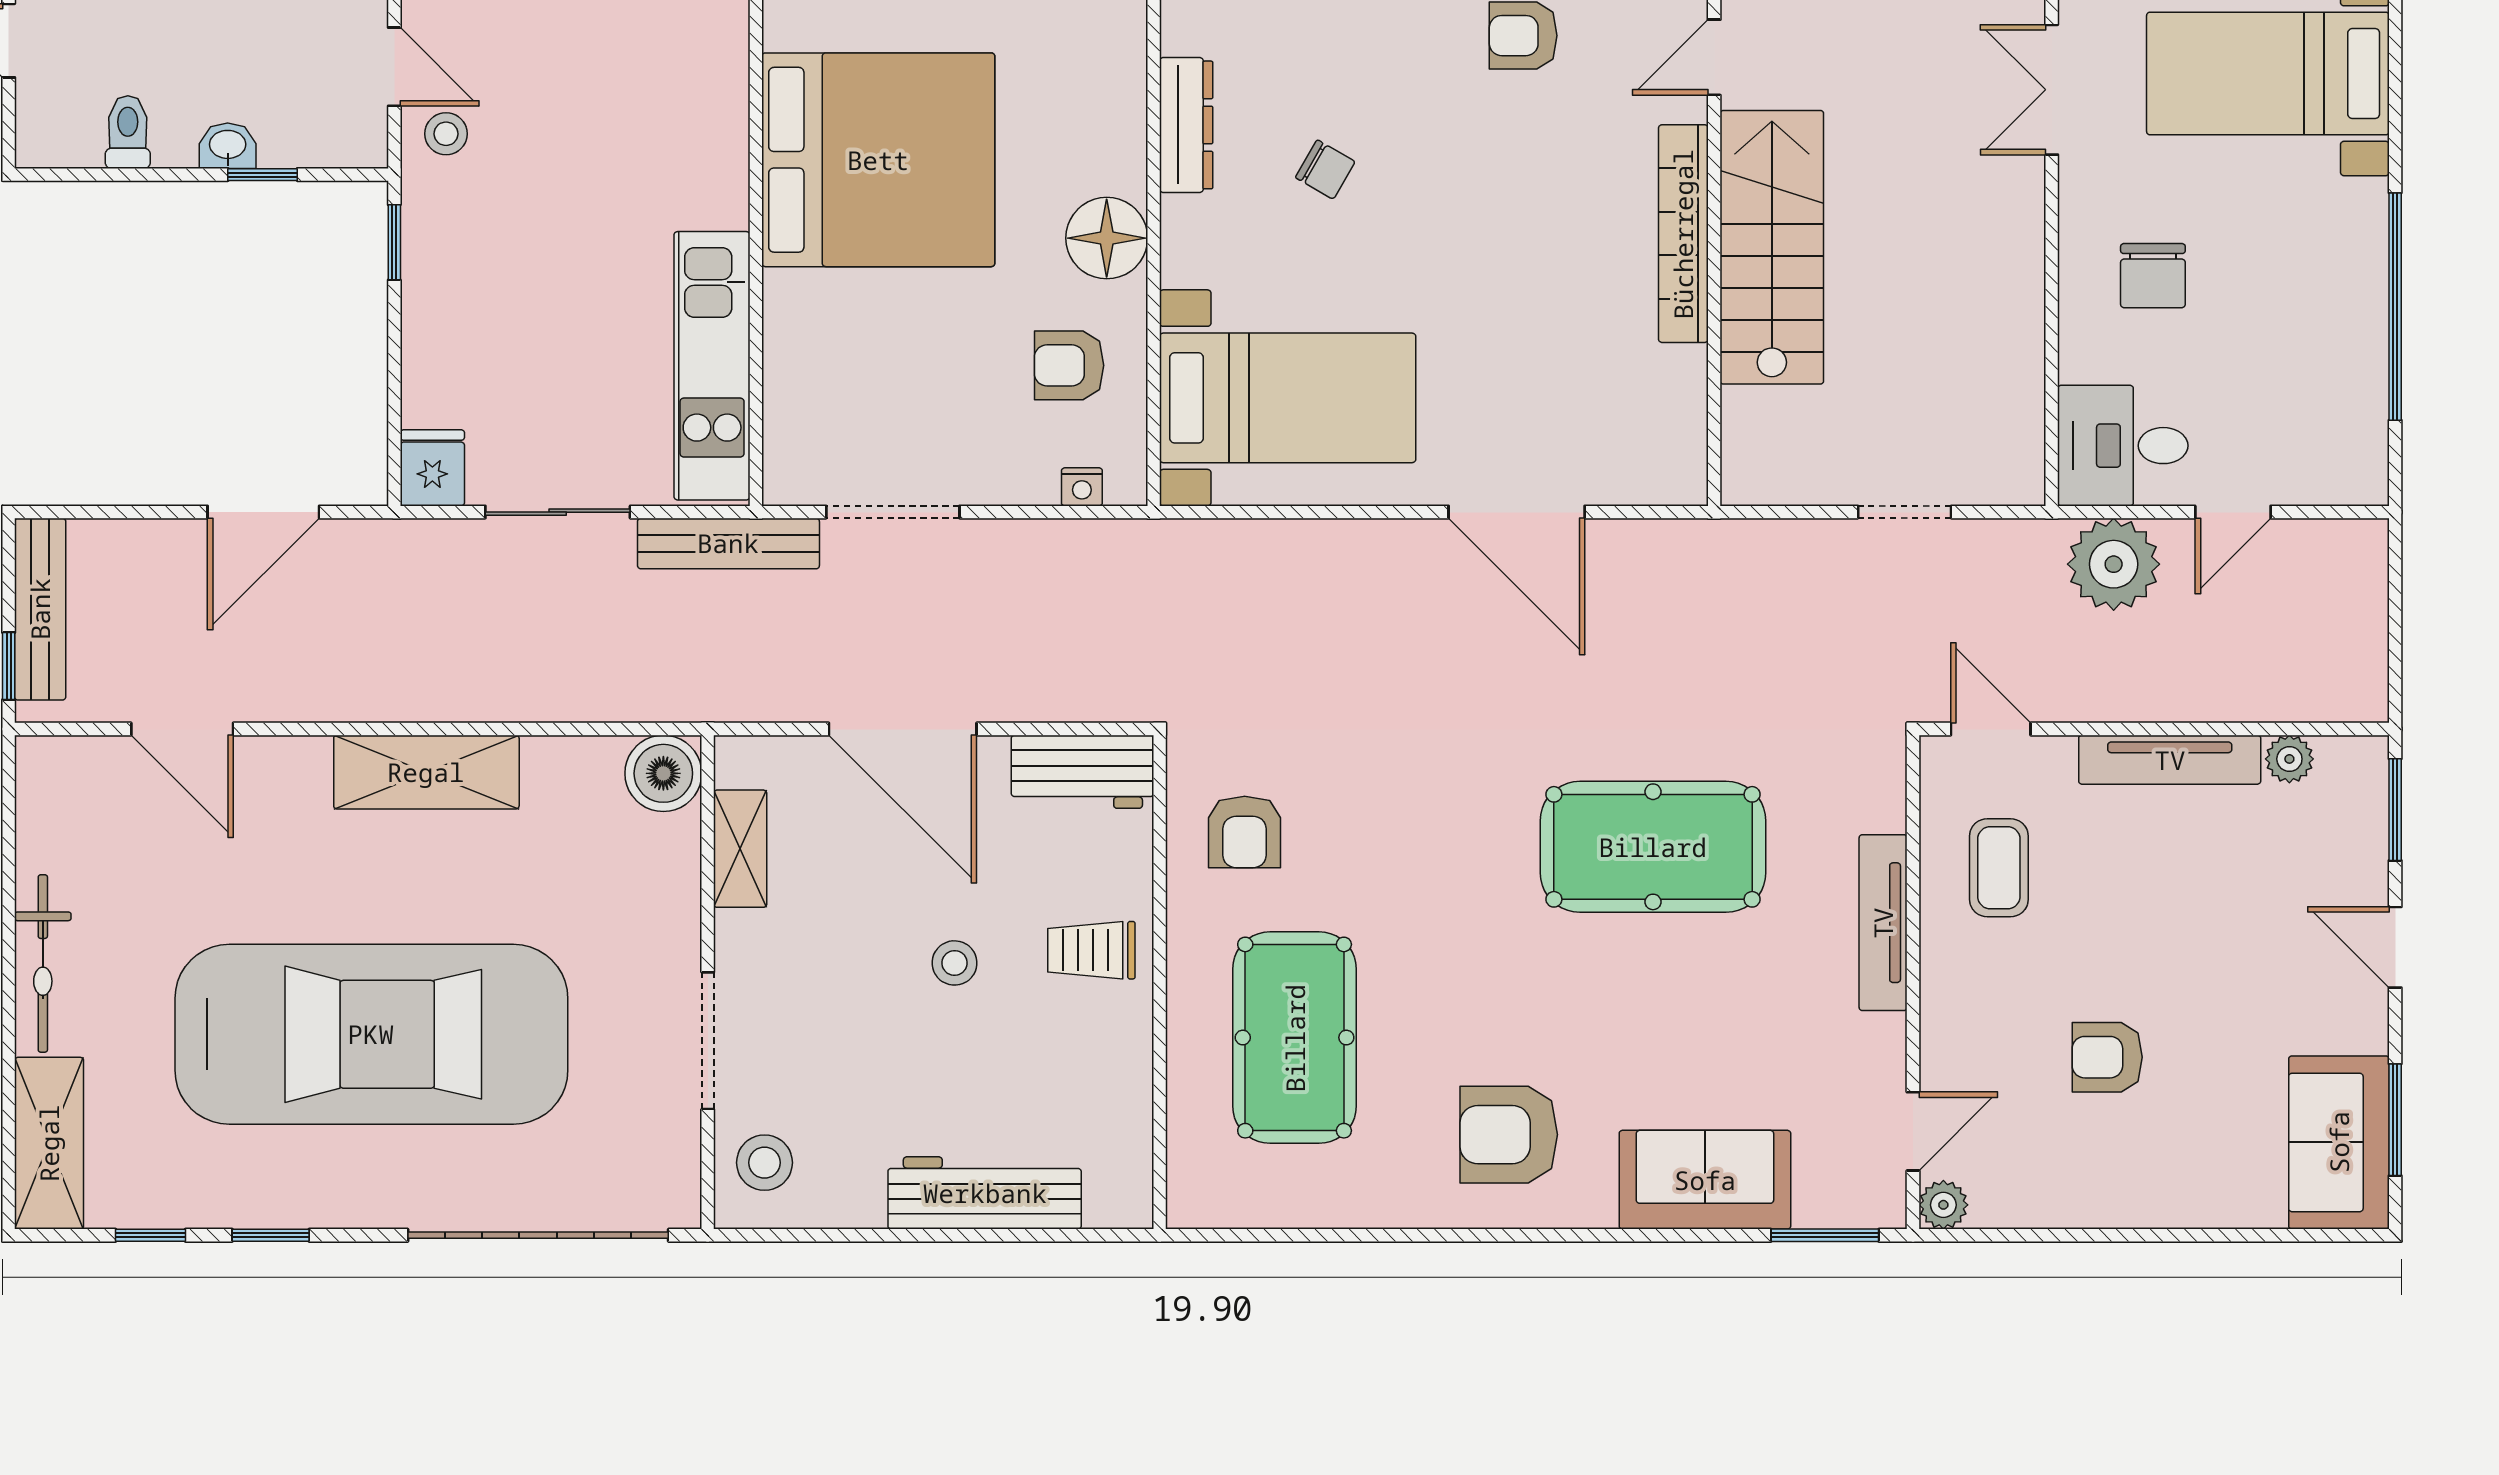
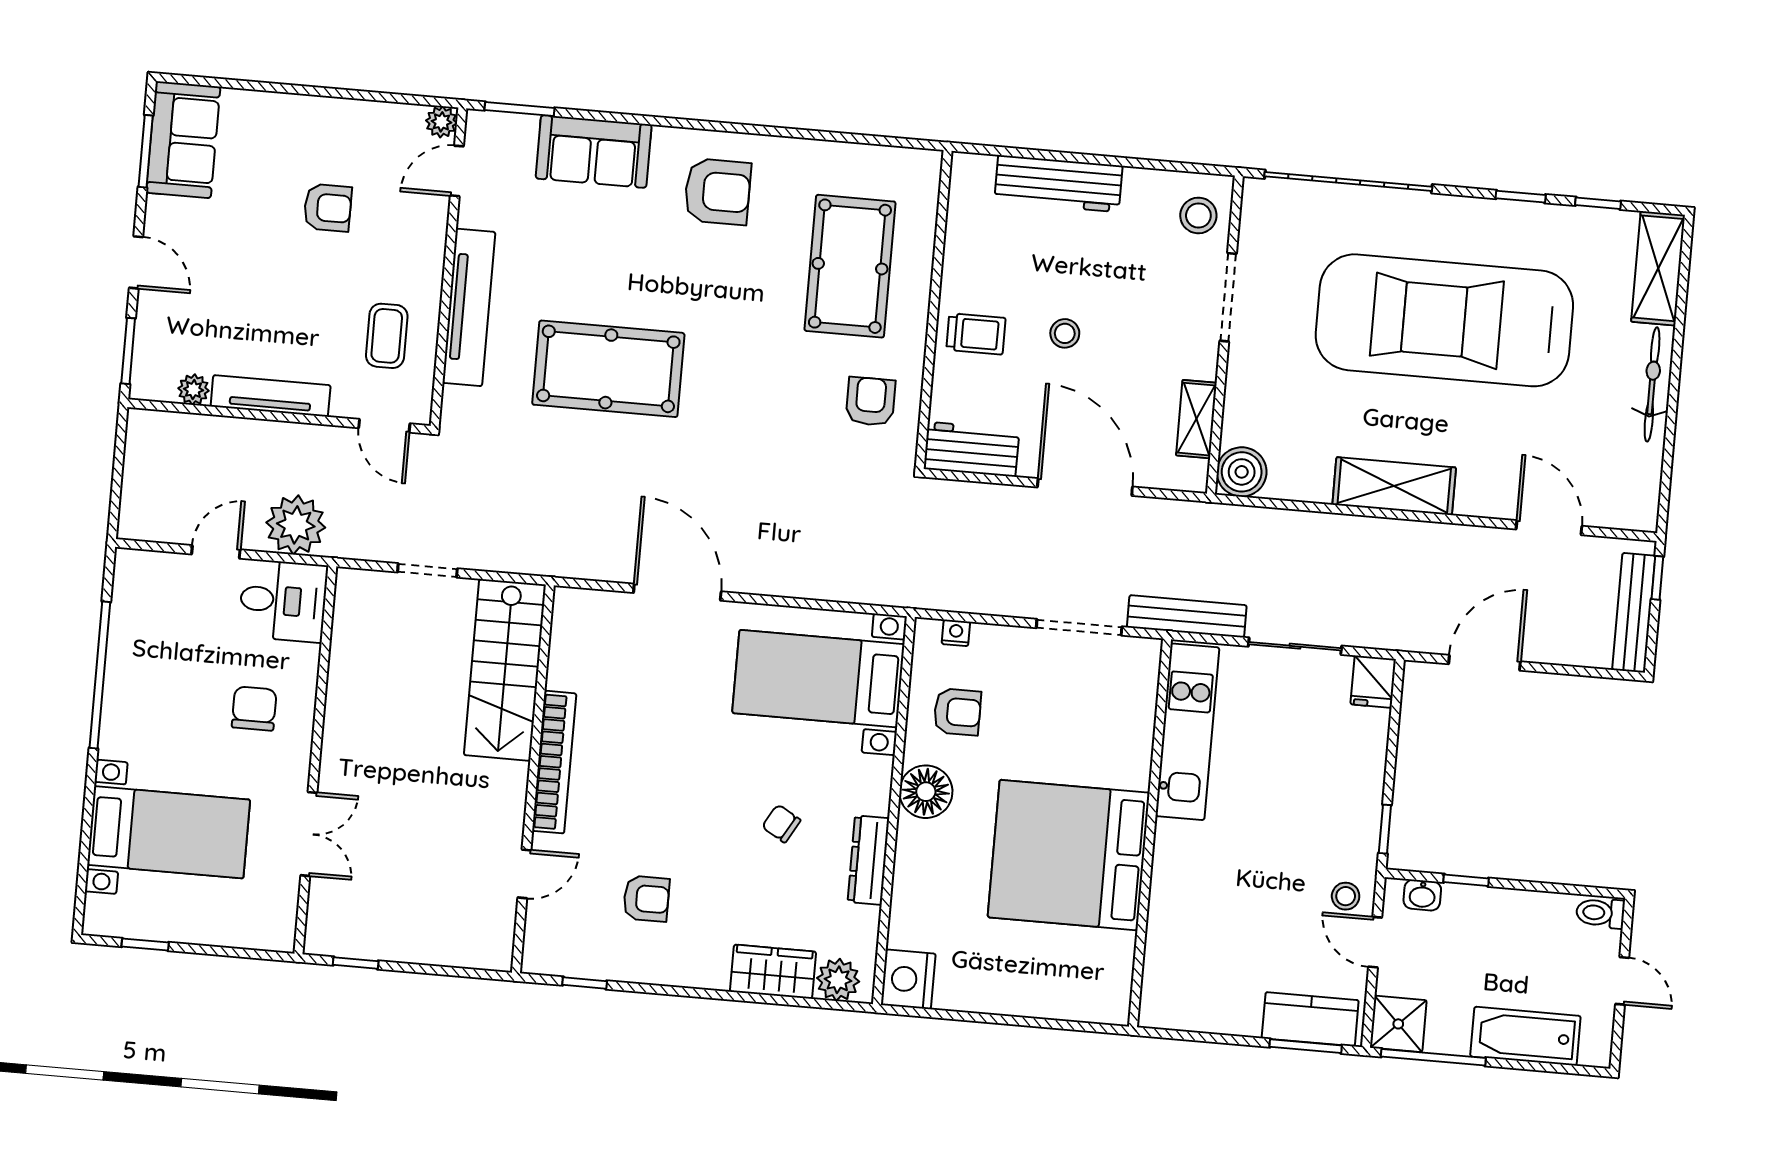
toilet: (128, 132) -> (1600, 913), moved, turned 90
washbasin: (228, 146) -> (1422, 895), moved
stairs: (1772, 247) -> (505, 670), moved
tv unit: (1883, 923) -> (469, 307), width x1.36, depth x1.29

